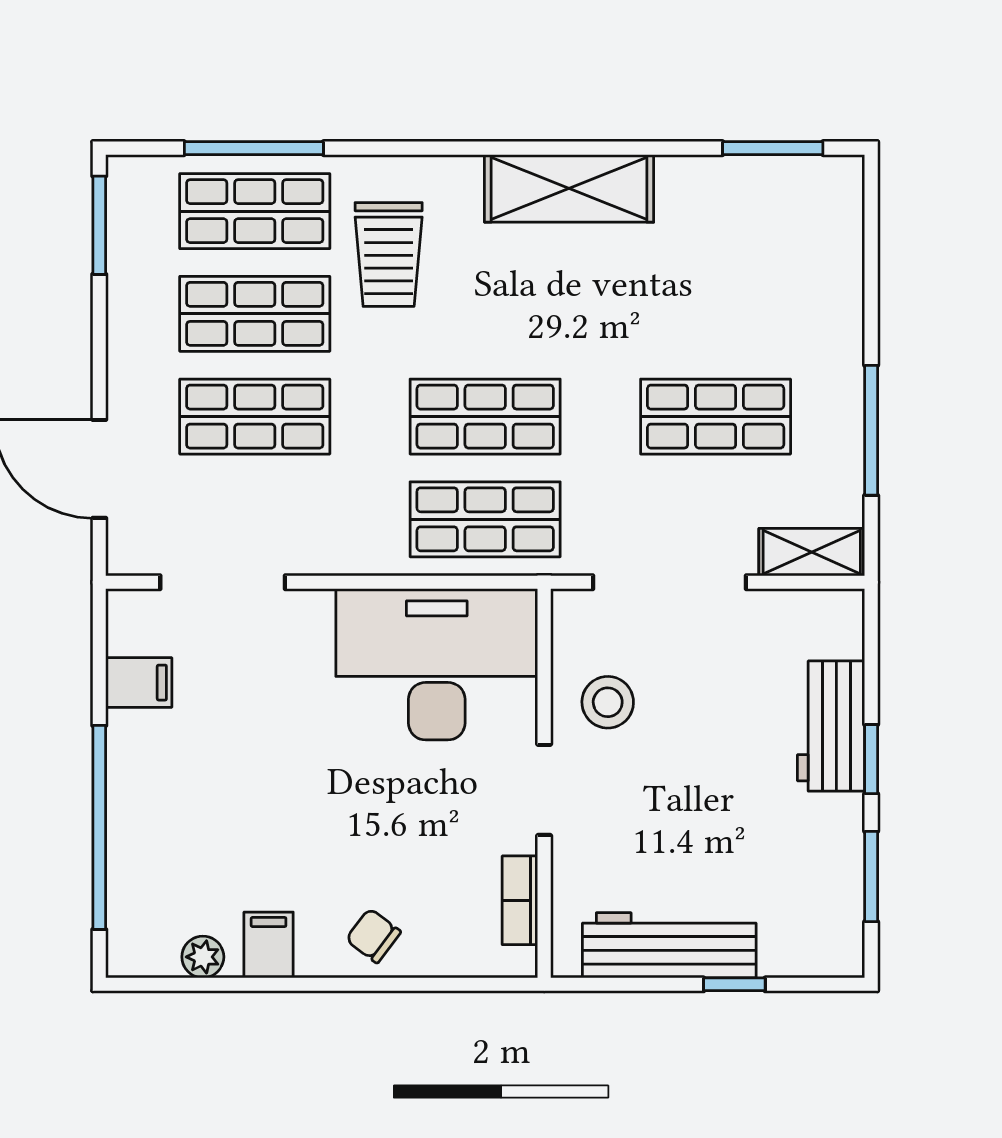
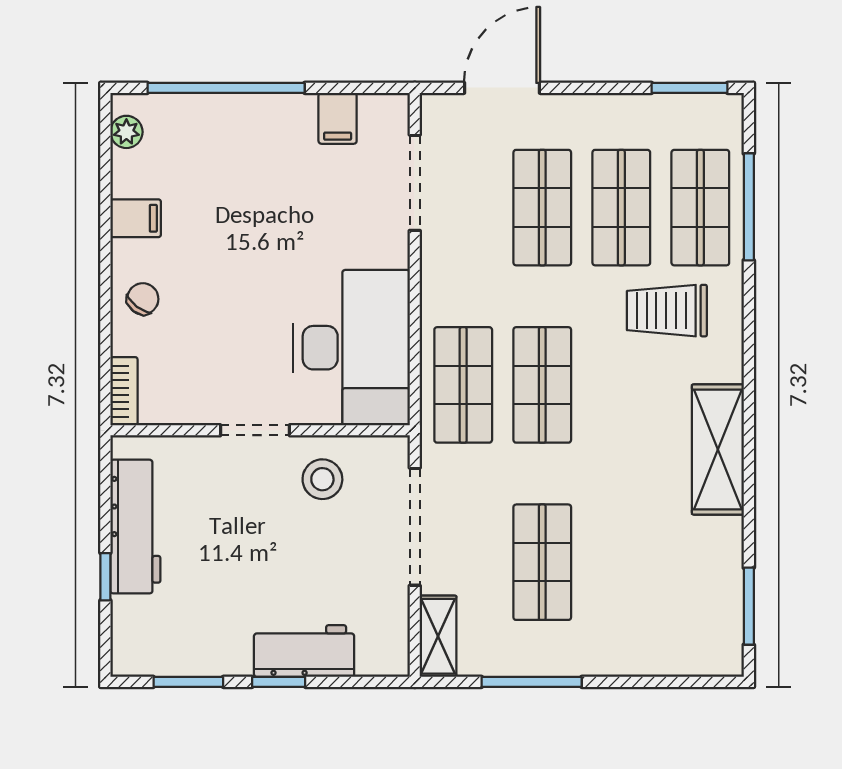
bookcase: (520, 900) -> (124, 391), moved, turned 90
plant: (203, 957) -> (126, 132), moved

